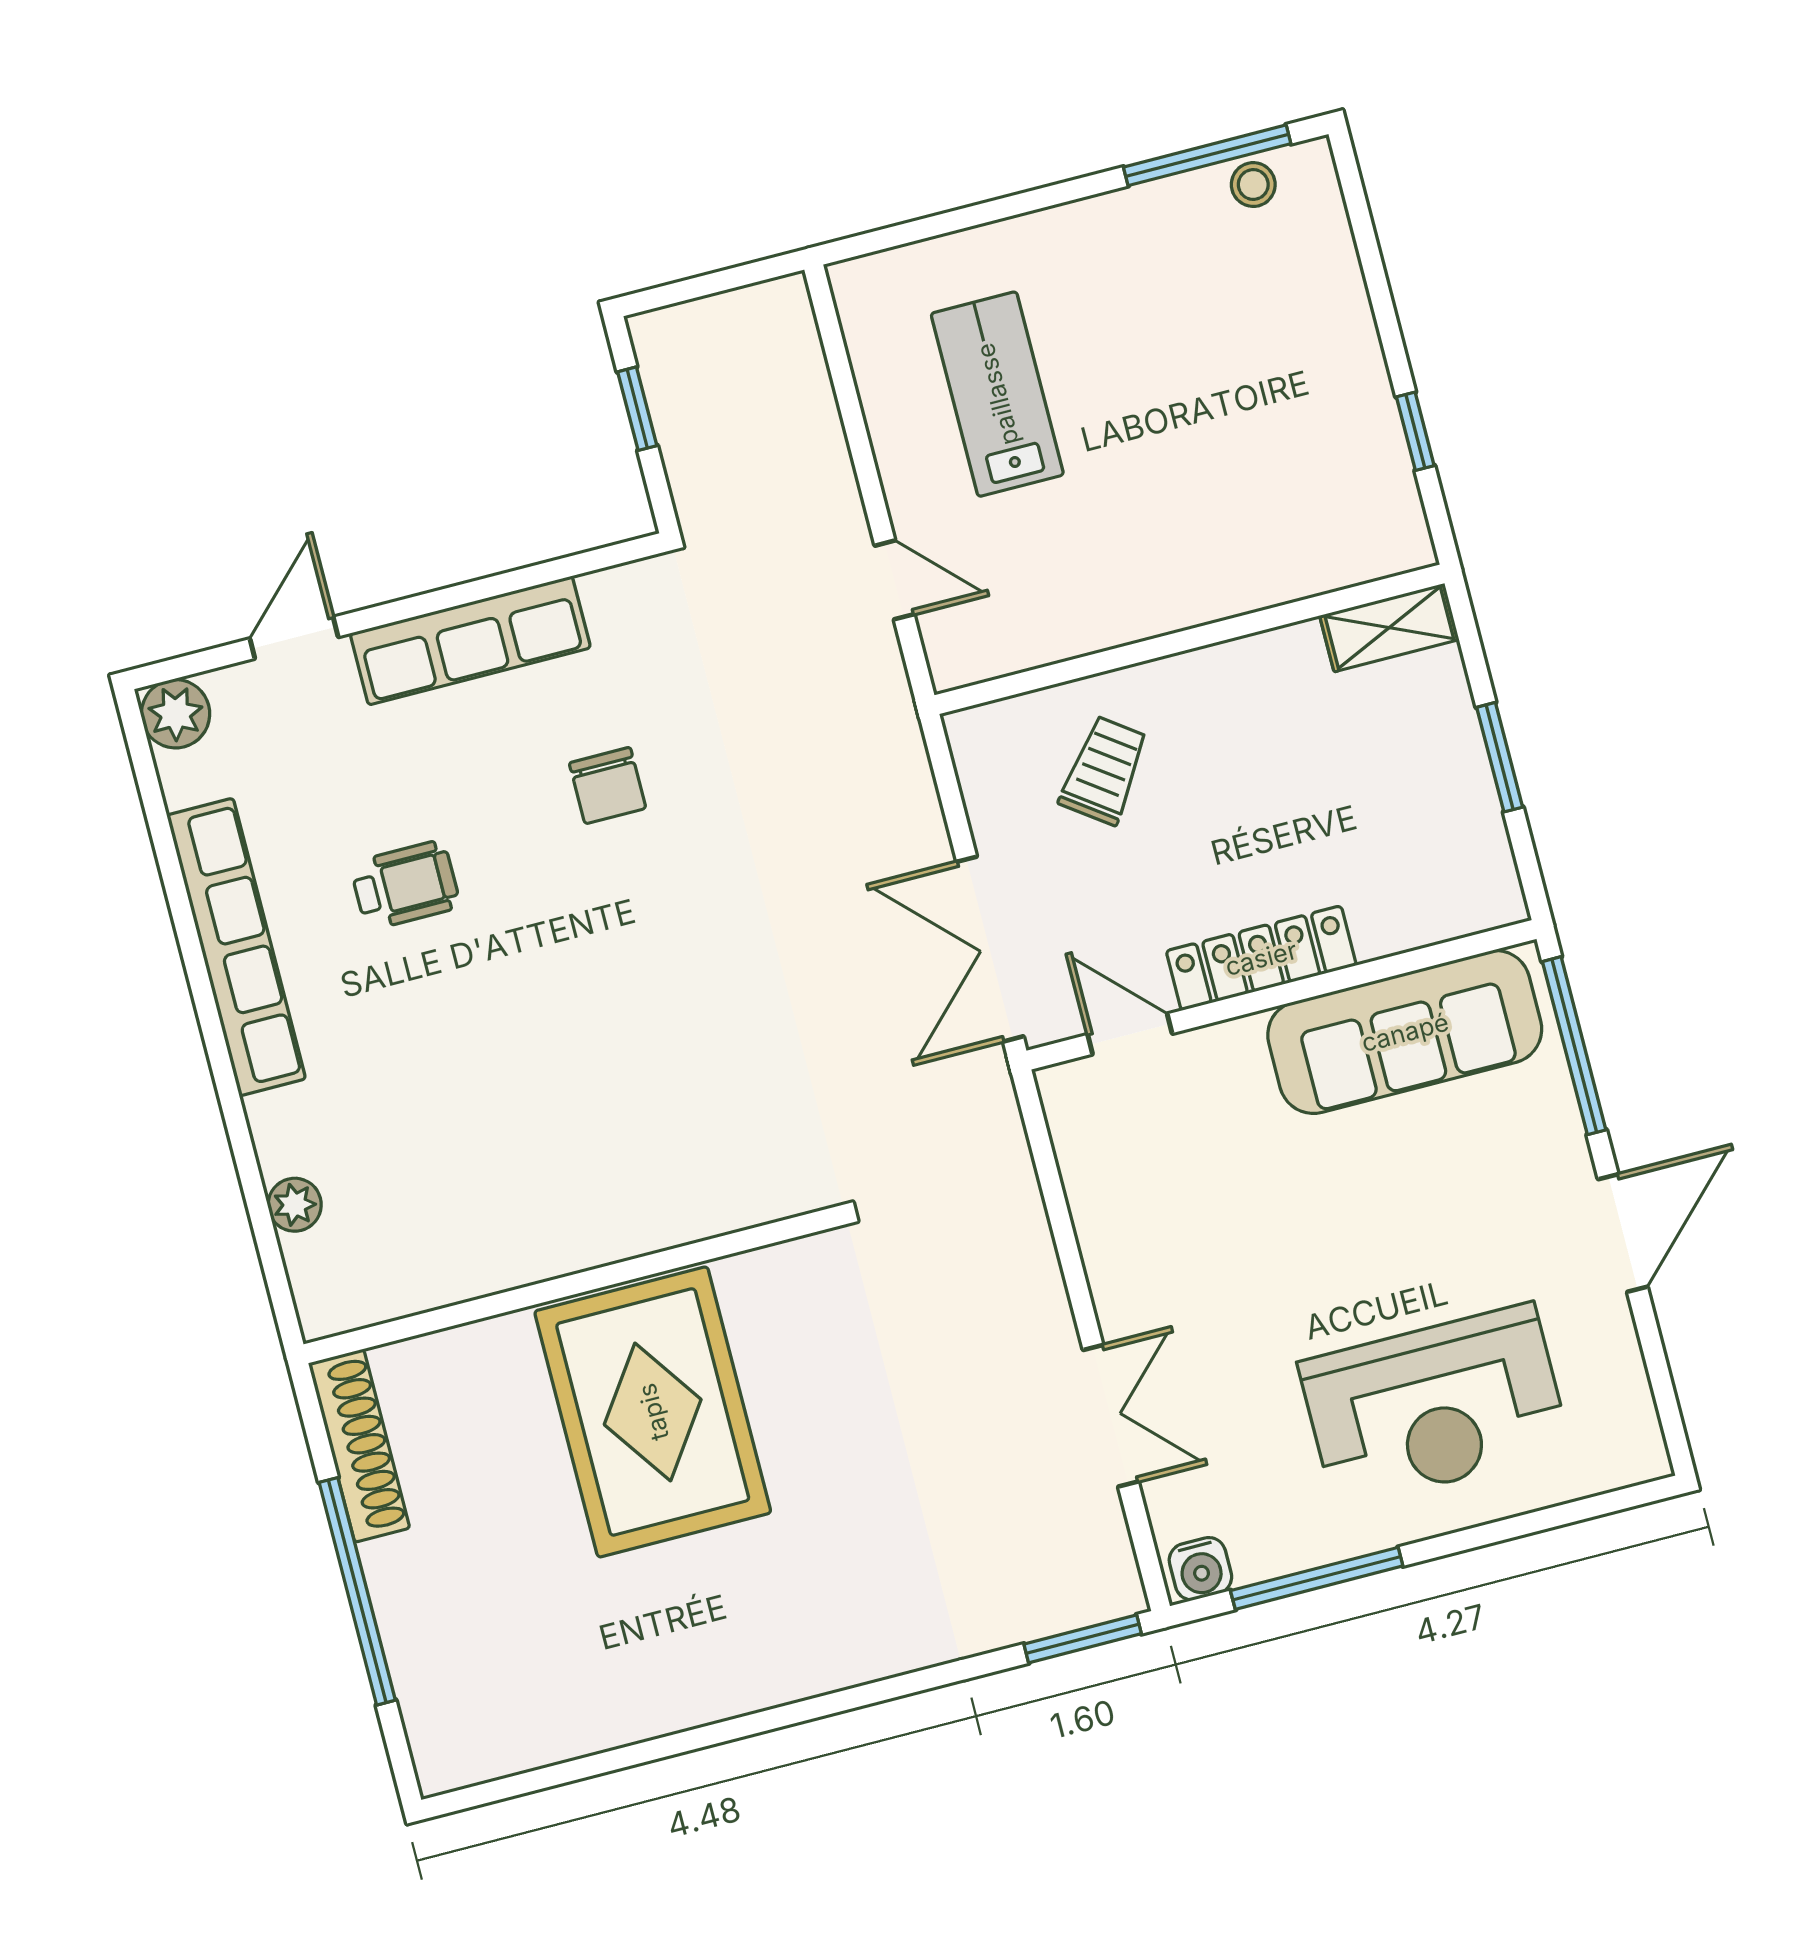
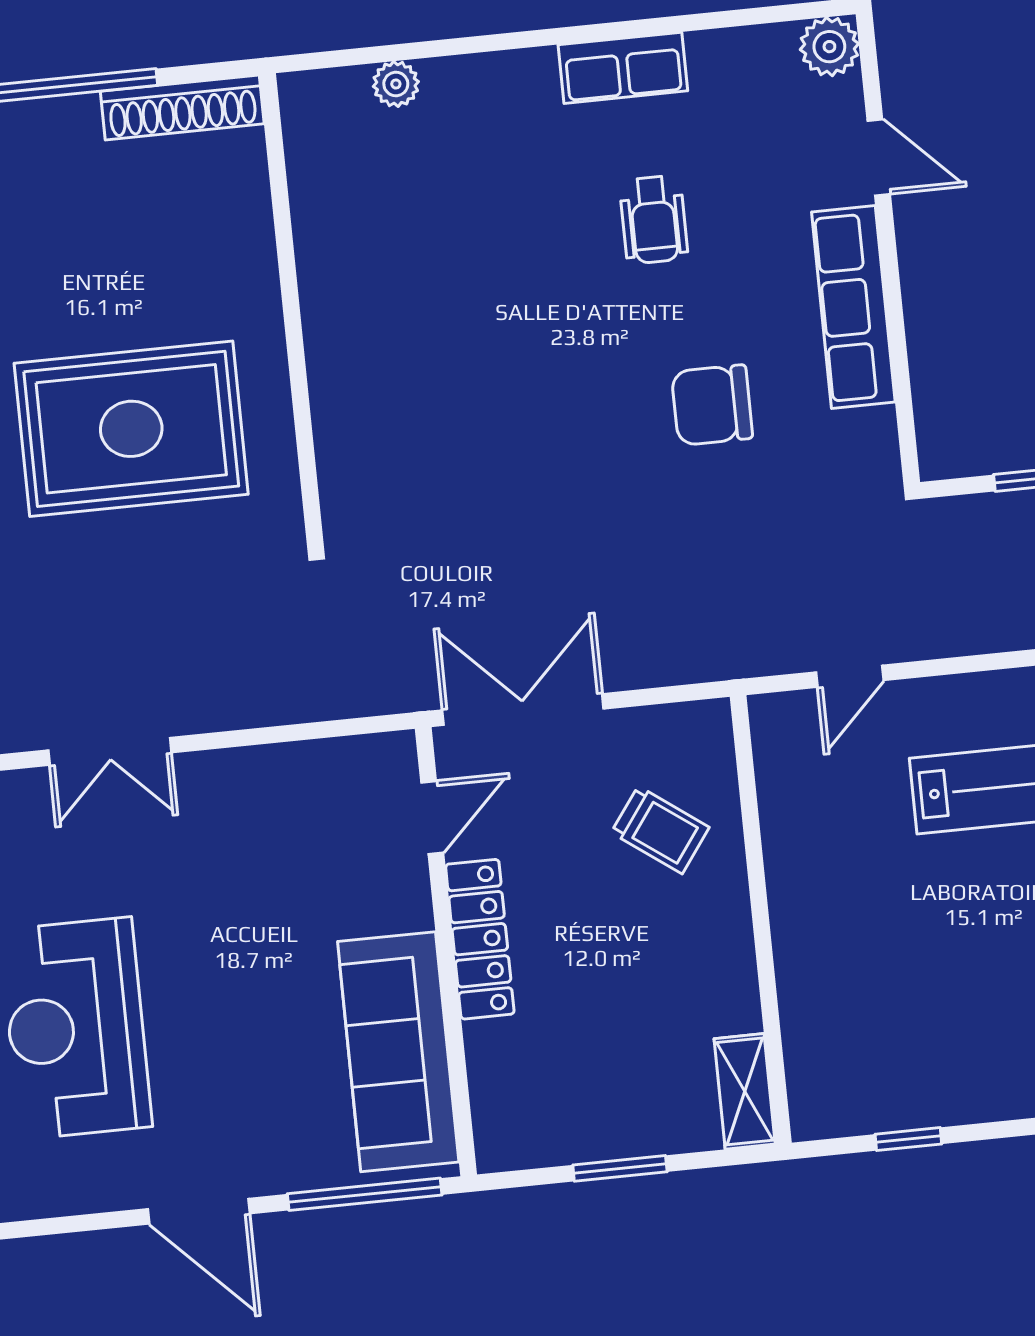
chair: (608, 786) -> (712, 405), width x1.37, depth x1.37
row of seats: (236, 947) -> (623, 68), width x0.50
rug: (653, 1412) -> (131, 429), moved

